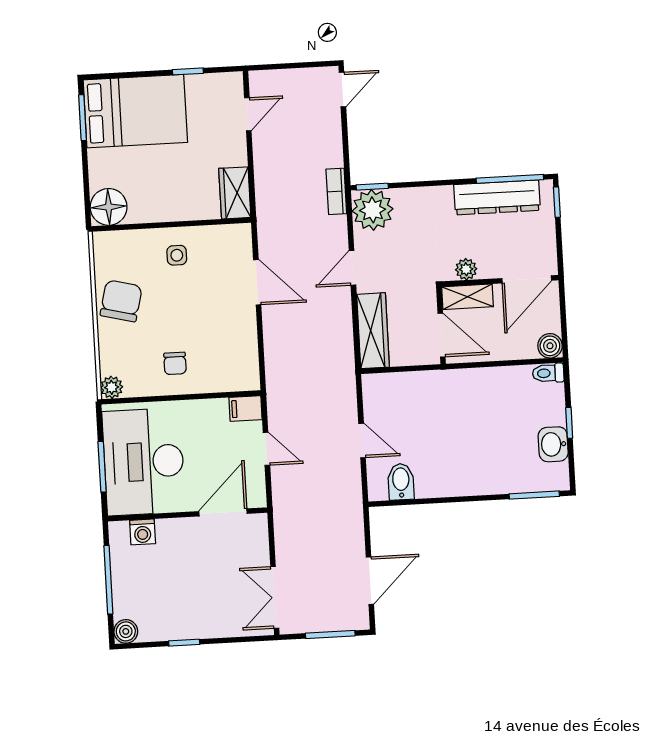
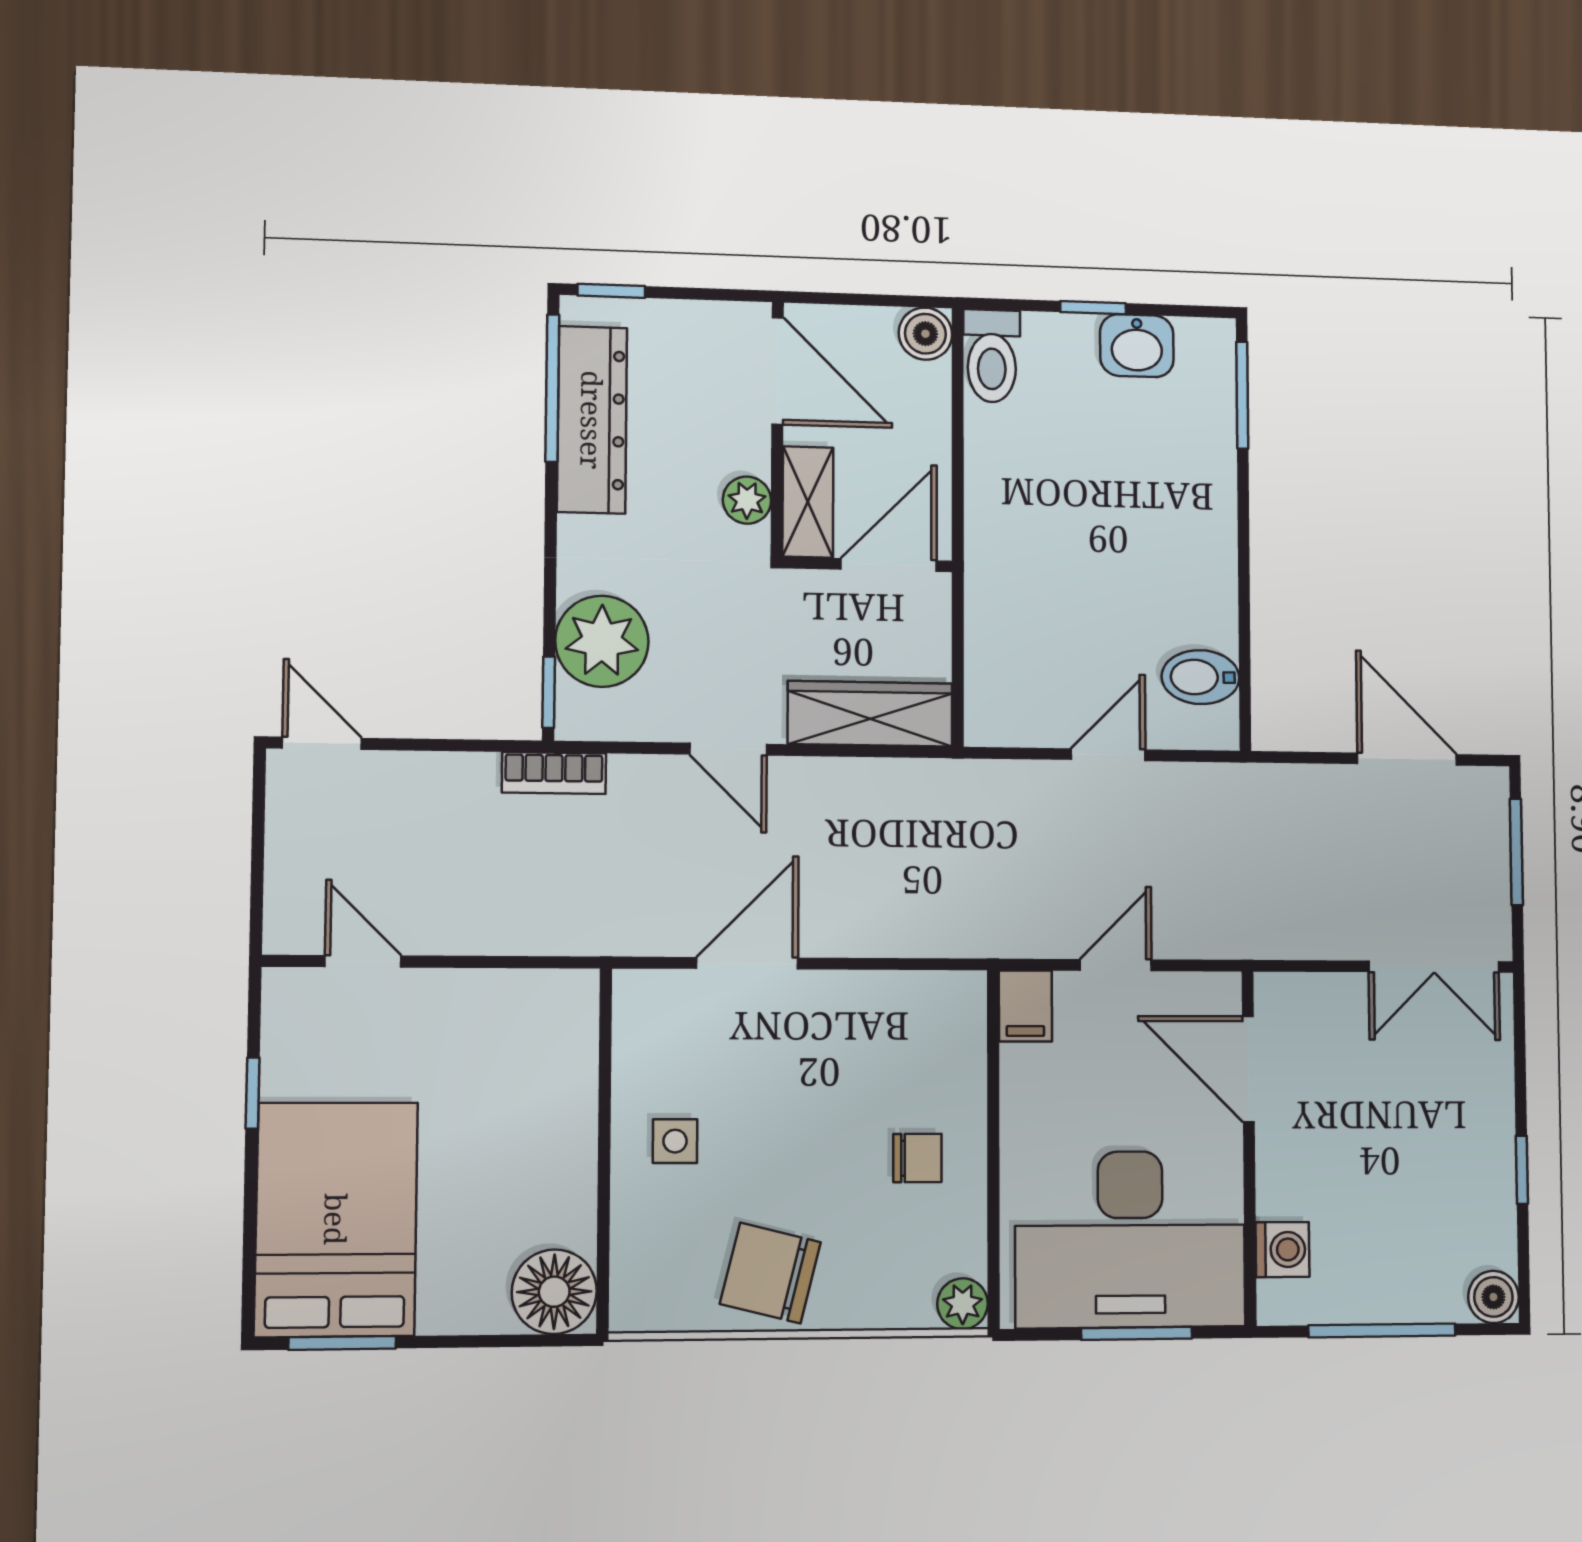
wardrobe: (235, 193) -> (542, 1002), removed
plant: (373, 210) -> (602, 641), moved
toilet: (548, 373) -> (992, 356), width x1.37, depth x1.39

